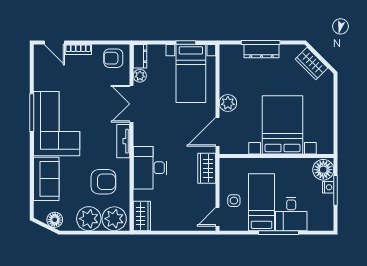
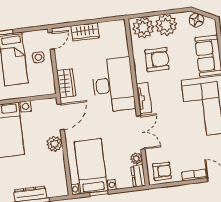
desk: (150, 168) -> (113, 85), width x1.36, depth x1.30
armchair: (103, 182) -> (157, 60), turned 180
wardrobe: (142, 216) -> (85, 32), moved, turned -90

